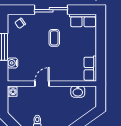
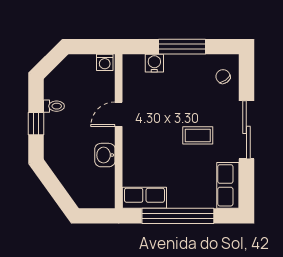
window: (101, 49) -> (178, 216), added
door: (42, 84) -> (119, 114), swing flipped
washbasin: (78, 92) -> (105, 155), moved

